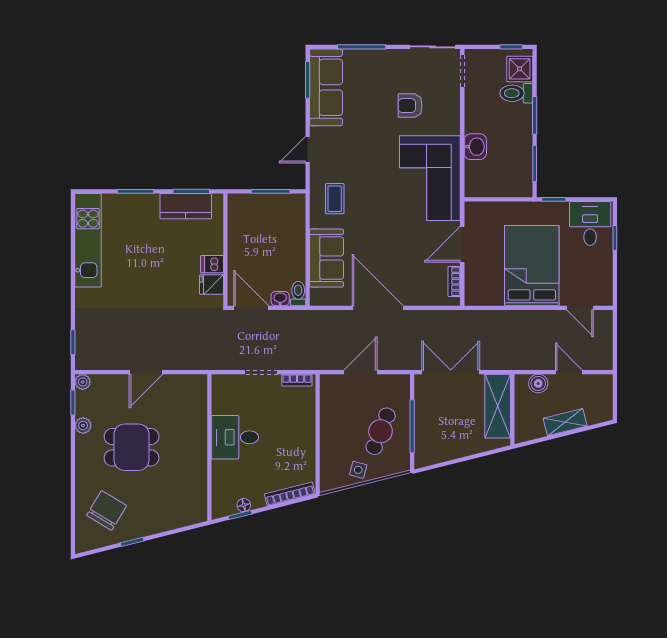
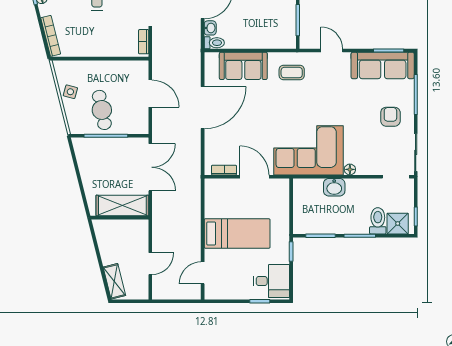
armchair: (410, 106) -> (390, 117), moved
floor lamp: (453, 127) -> (350, 169), added
bed: (532, 266) -> (237, 233), width x0.67
boiler: (538, 383) -> (141, 239), removed
shelving: (565, 422) -> (114, 281), moved
cafe table: (381, 431) -> (102, 110), turned 57

